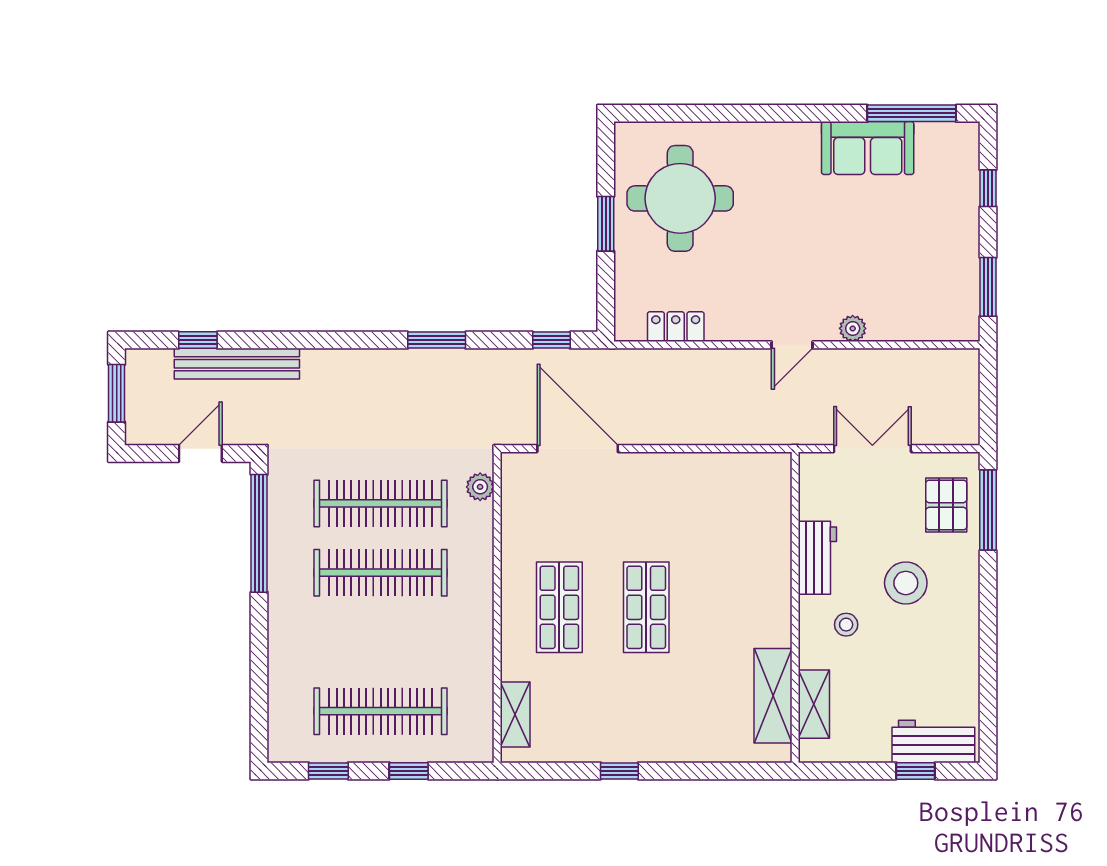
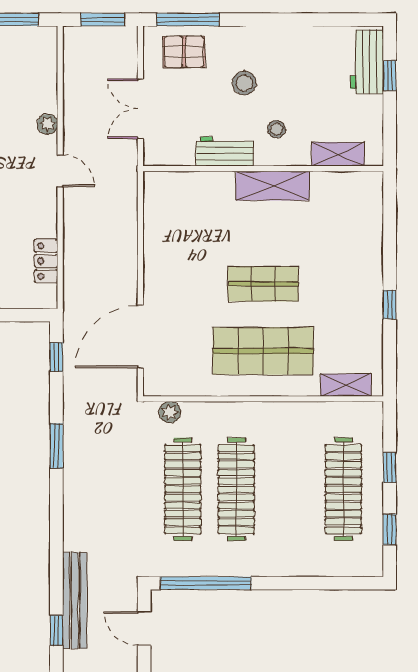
window: (988, 400) -> (103, 20), added
stool: (906, 583) -> (244, 83), width x0.73, depth x0.73
shop shelf: (559, 607) -> (263, 351), width x1.43, depth x1.36
shelving: (773, 696) -> (272, 186), moved

